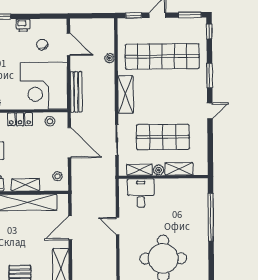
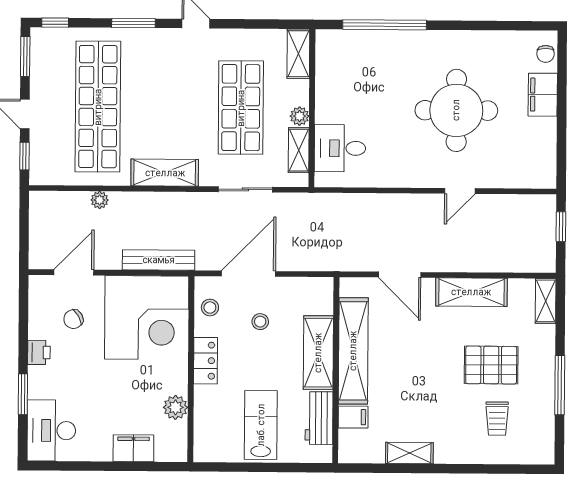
shelving: (179, 169) -> (298, 54), moved
stool: (58, 176) -> (260, 322), moved
shelving: (25, 185) -> (318, 353), width x1.50, depth x1.33
door: (118, 226) -> (460, 191), moved

